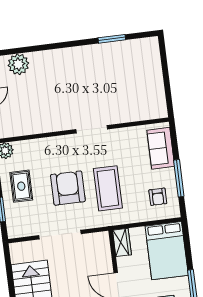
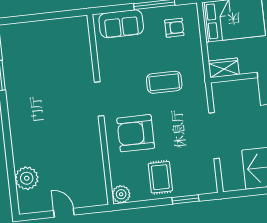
rug: (21, 186) -> (160, 177), turned 90
armchair: (68, 188) -> (136, 133), moved
coffee table: (108, 188) -> (164, 82), width x0.73, depth x0.76

